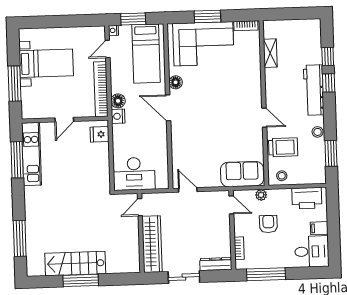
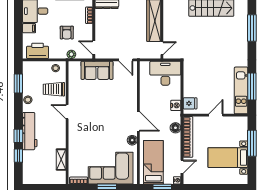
nightstand: (118, 116) -> (176, 105), moved
sofa: (242, 174) -> (97, 70), moved

